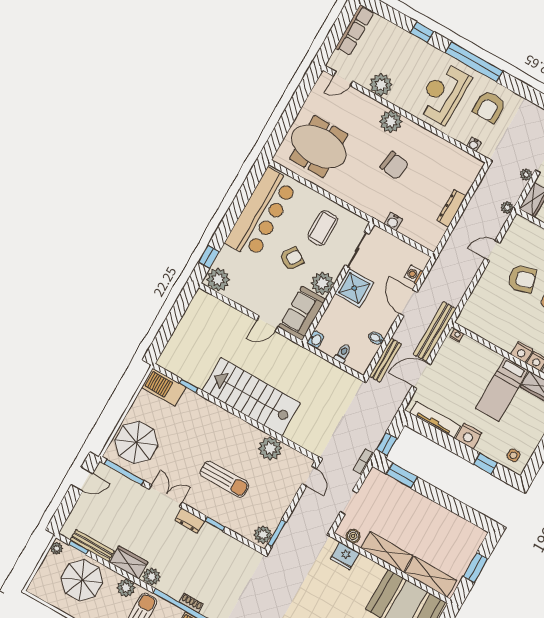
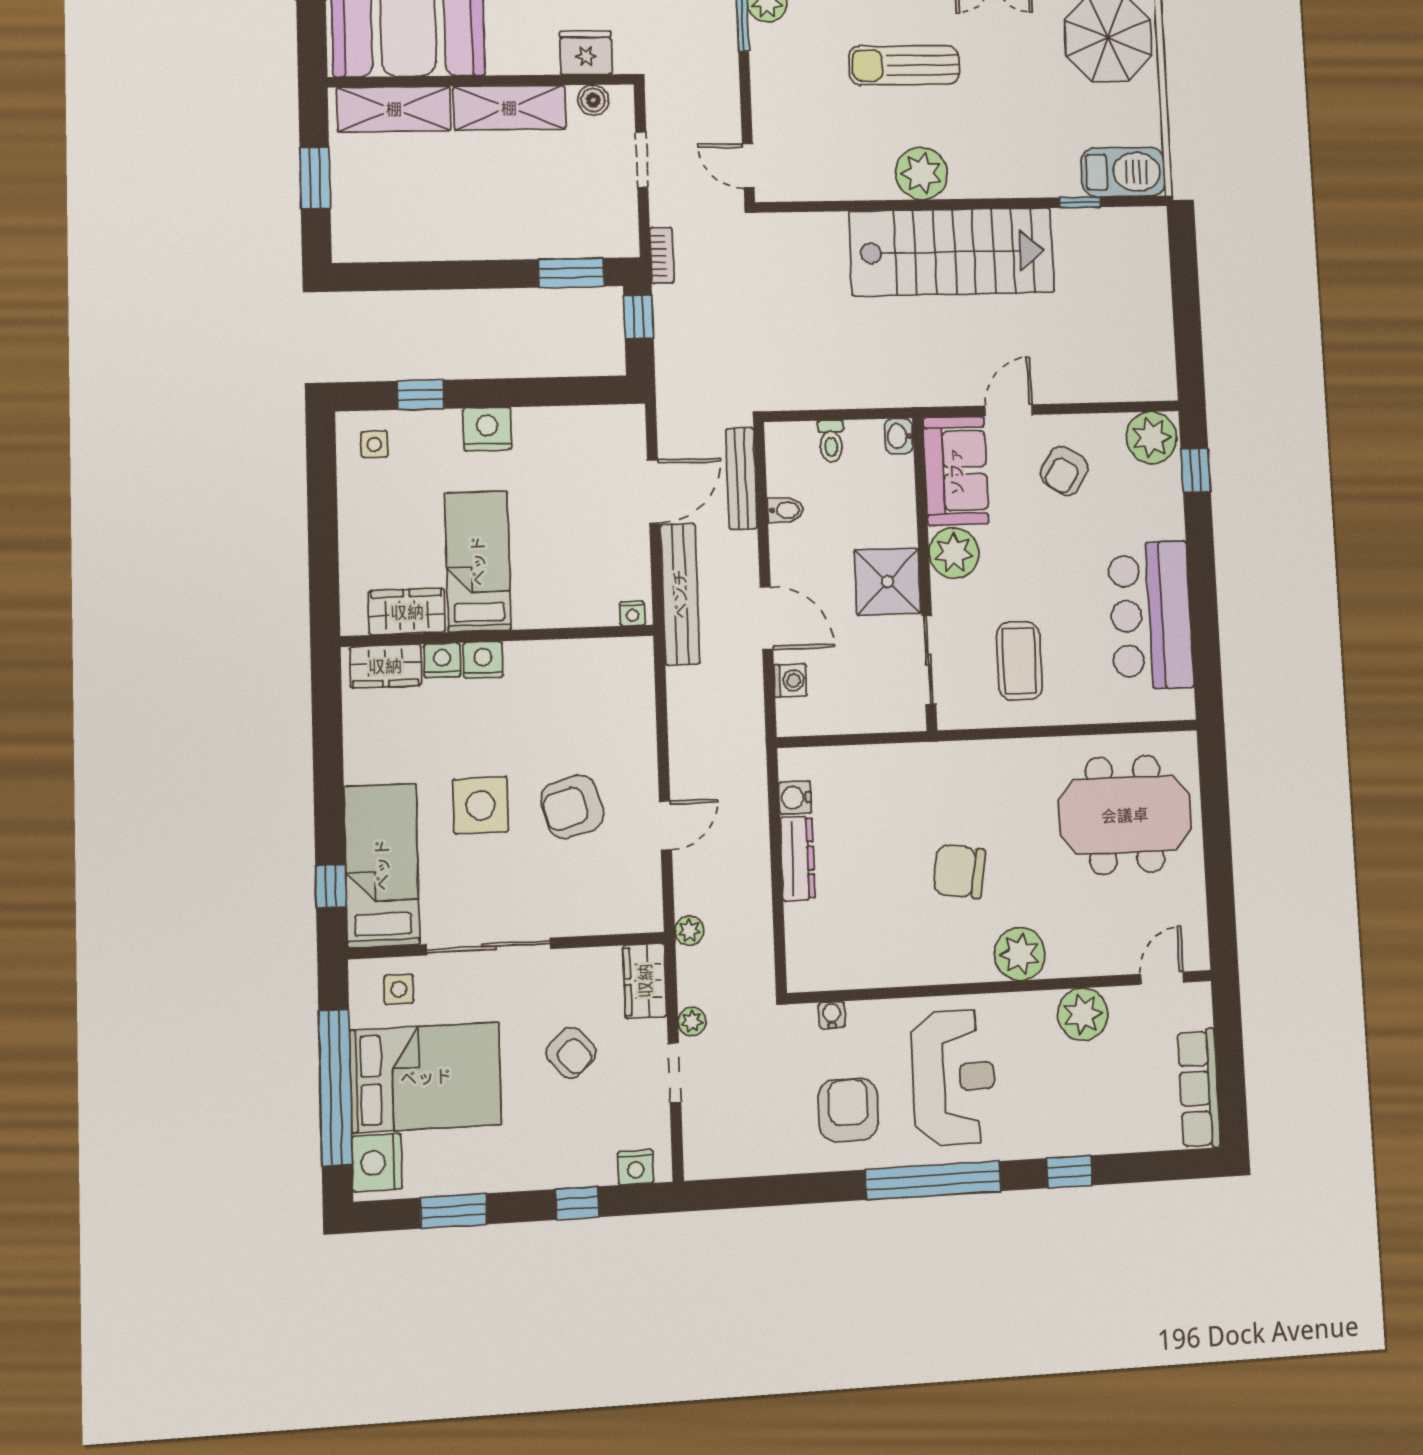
bar counter: (261, 213) -> (1151, 615), width x0.73
water cooler: (393, 222) -> (795, 798), moved, turned -90
armchair: (292, 259) -> (1064, 471), moved
tv unit: (435, 420) -> (573, 421), removed
plant: (270, 448) -> (922, 173), moved

